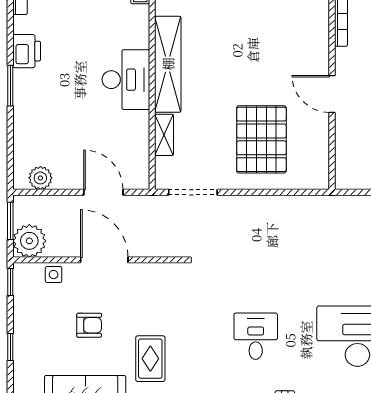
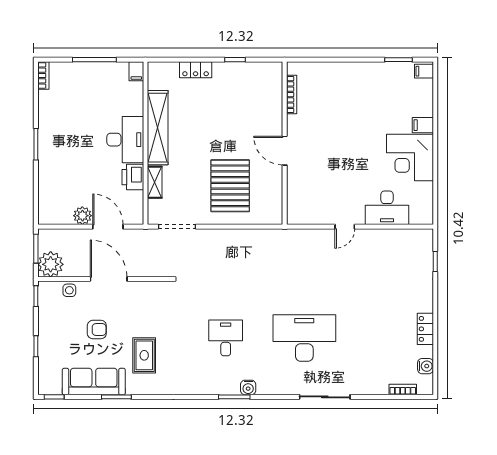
printer: (27, 51) -> (133, 177), moved, turned 180
plant: (40, 178) -> (82, 216), moved

